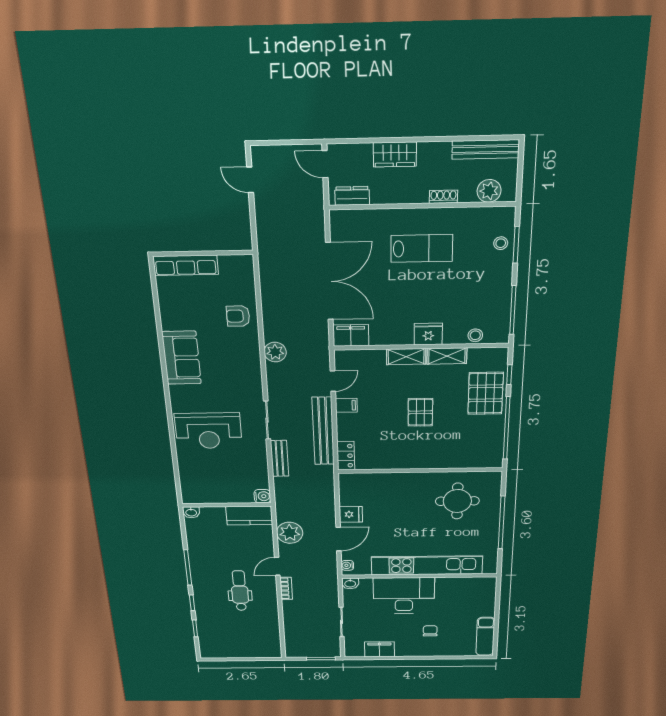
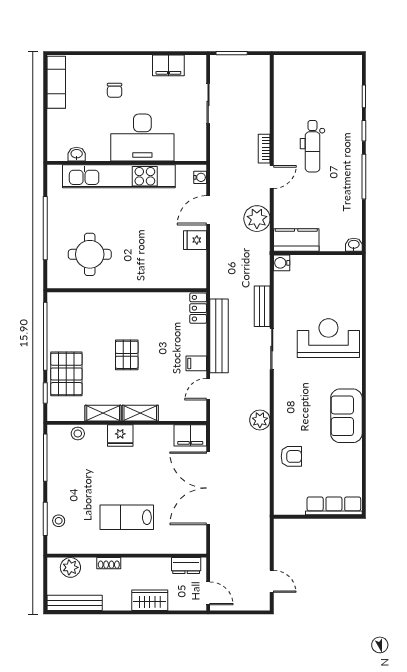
washbasin: (350, 583) -> (77, 154), moved

